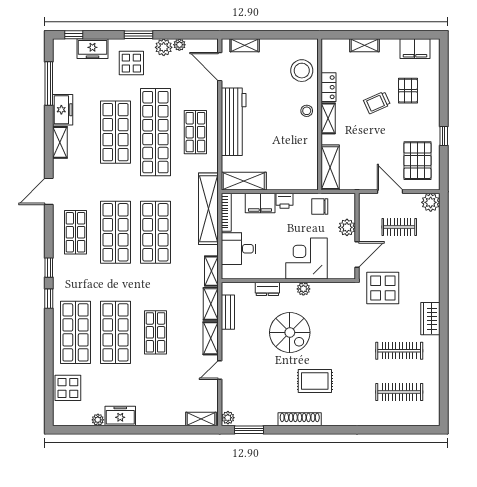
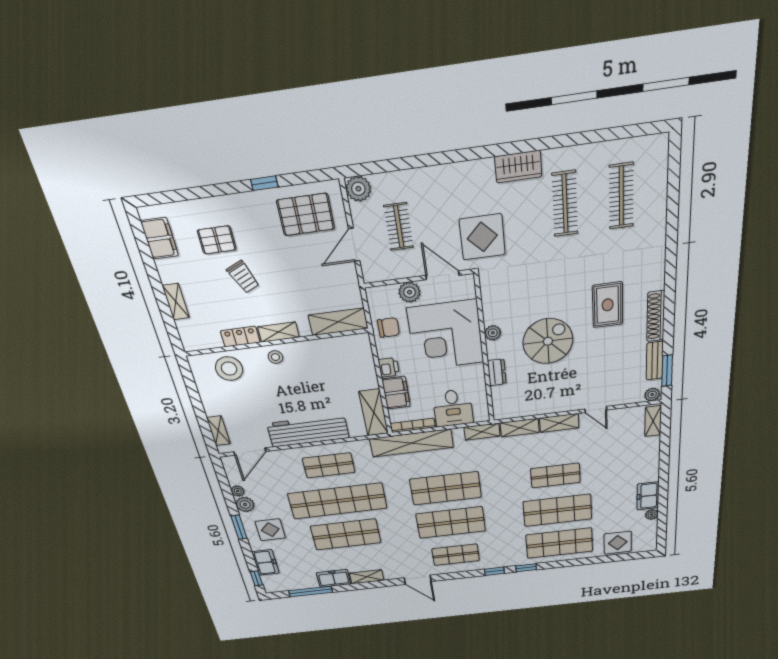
chair: (320, 206) -> (388, 327), turned -90
corner desk: (306, 258) -> (446, 335), width x1.36, depth x1.36
bench: (228, 312) -> (655, 361), moved, turned 90

